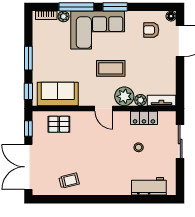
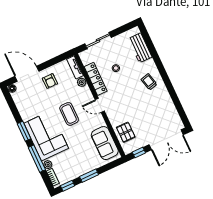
armchair: (151, 30) -> (50, 81), moved
window: (28, 91) -> (68, 186), moved
plant: (124, 96) -> (84, 95), removed
door: (104, 109) -> (100, 105), swing flipped
locker: (144, 118) -> (96, 79), width x1.53
trolley: (69, 181) -> (149, 82), moved

